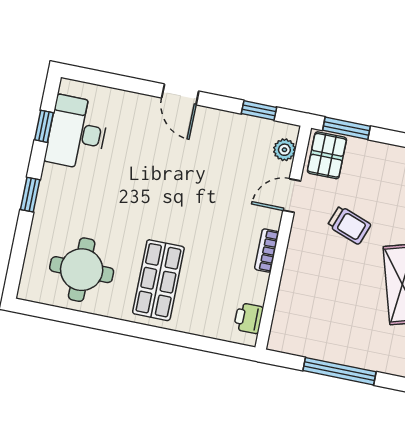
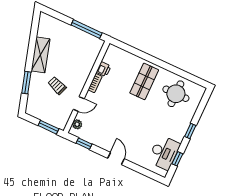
pallet: (327, 155) -> (60, 118), removed
printer: (249, 318) -> (104, 69), moved
window: (339, 371) -> (87, 29), moved

